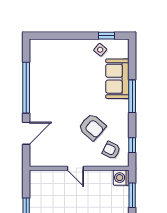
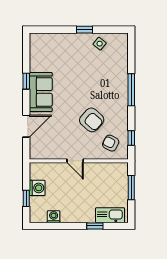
window: (106, 36) -> (85, 30), moved
sofa: (117, 79) -> (41, 92), moved, turned 180
window: (26, 88) -> (26, 81), width x0.32
washing machine: (121, 178) -> (37, 188), moved, turned 180

